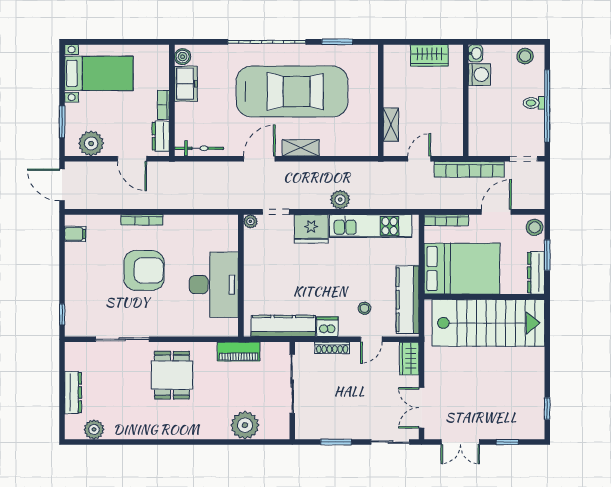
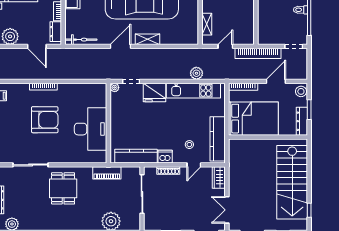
plant: (340, 200) -> (196, 73), moved
stairs: (488, 323) -> (292, 182), moved, turned 90

